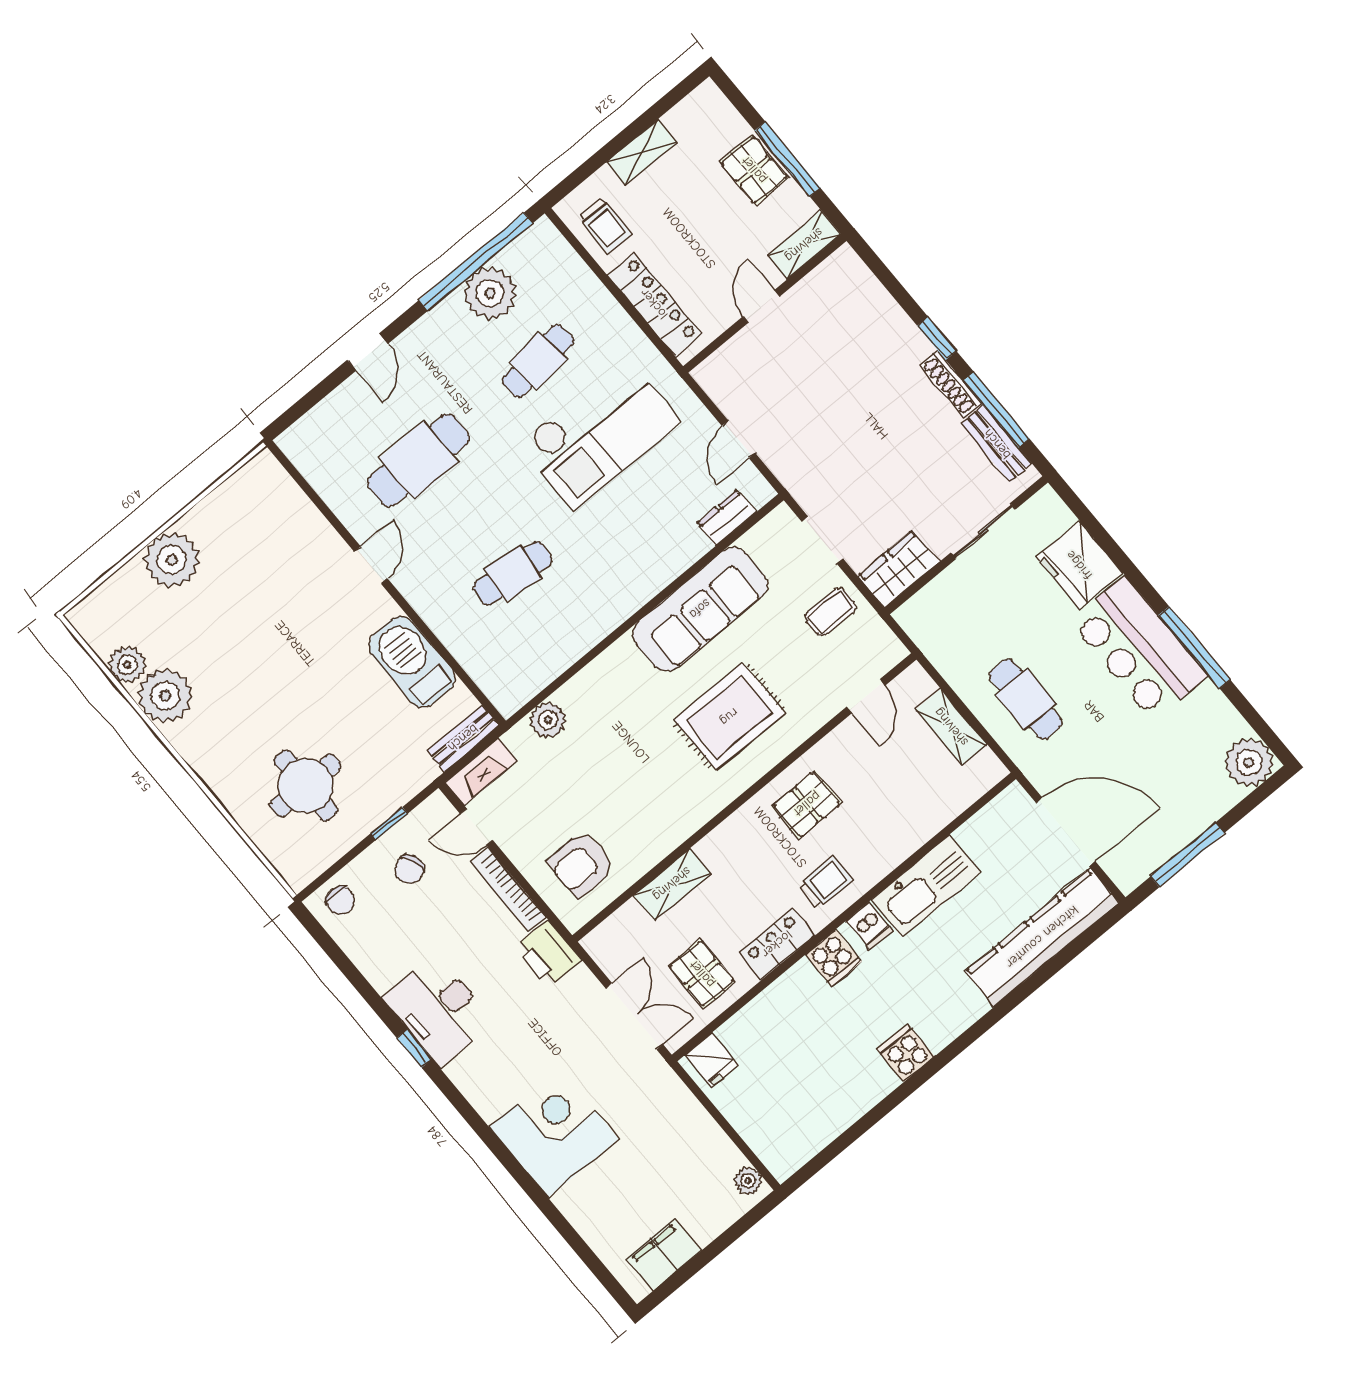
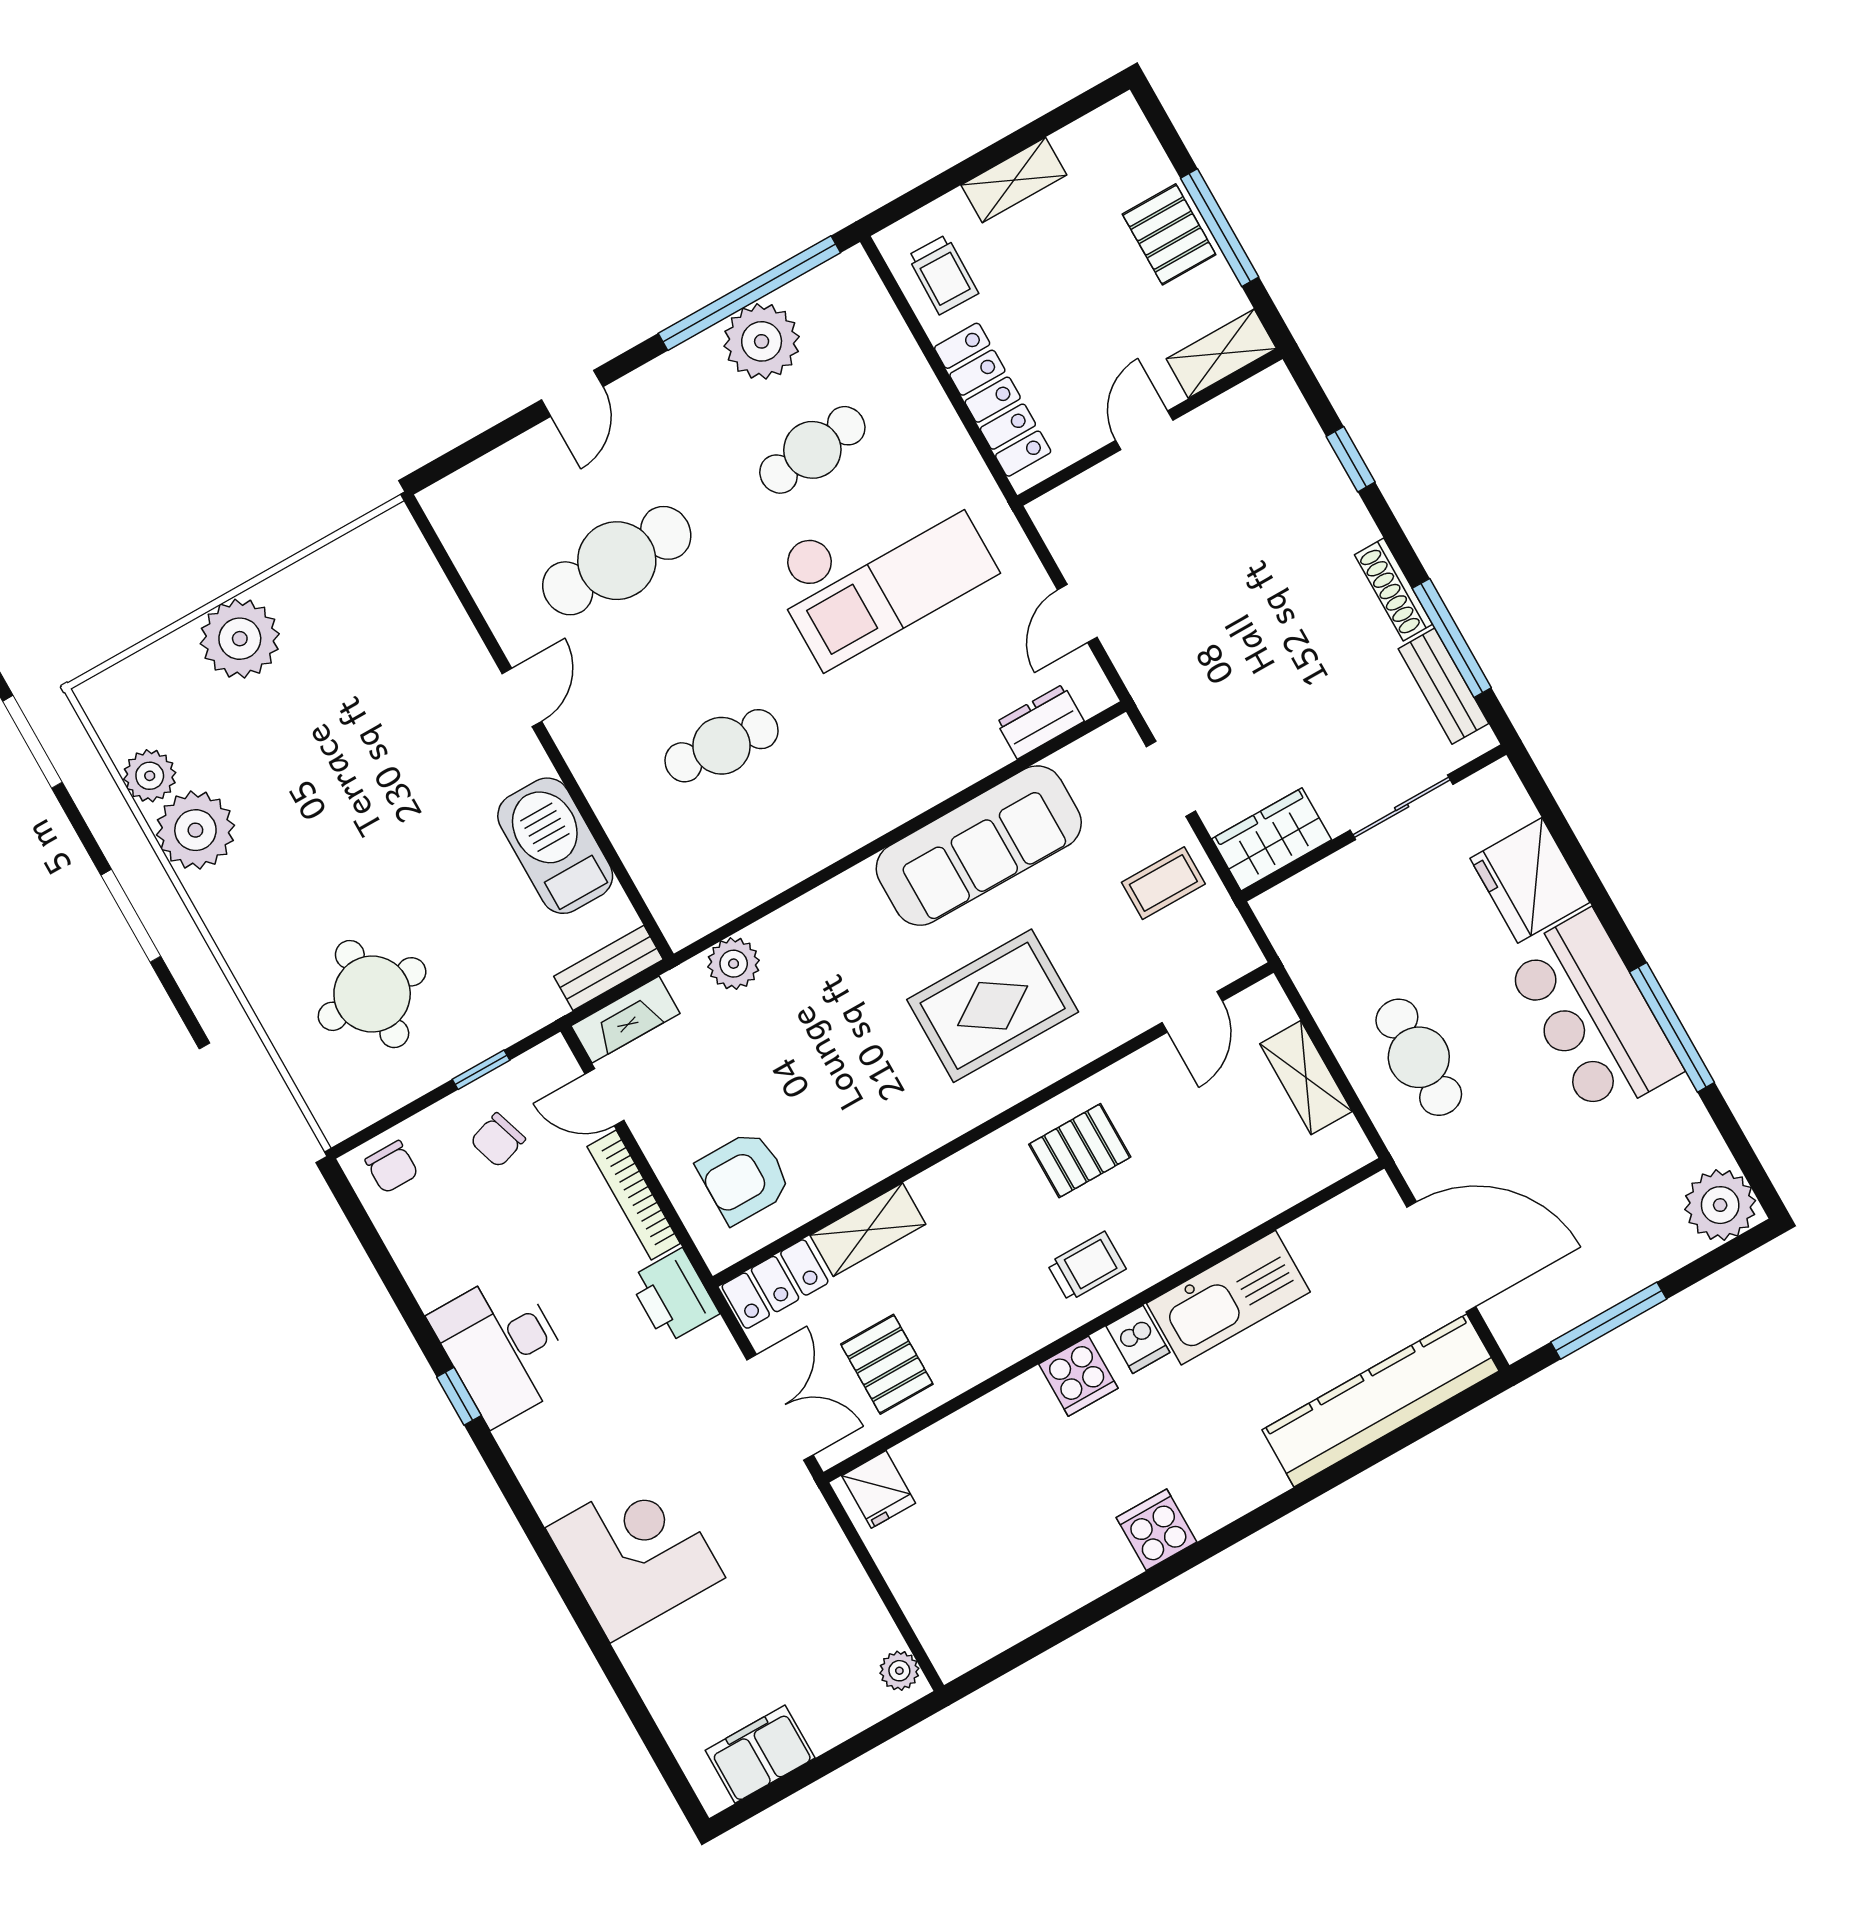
window: (937, 338) -> (1351, 459), moved
locker: (777, 944) -> (775, 1284), moved, turned 180

